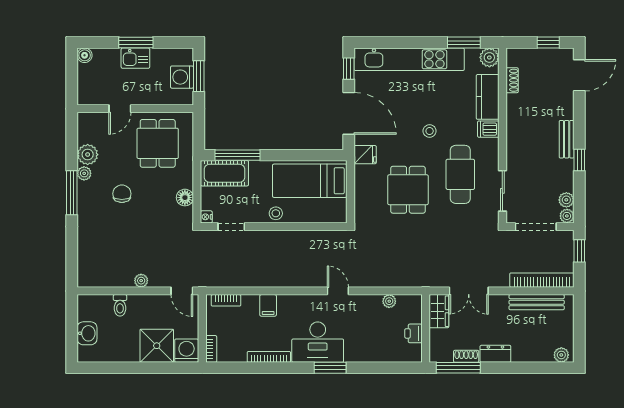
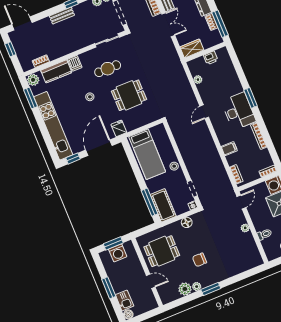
kitchen sink: (135, 58) -> (125, 300), moved
cafe table: (460, 174) -> (108, 69), width x0.73, depth x0.74
window: (72, 193) -> (211, 289), width x0.69
double door: (469, 291) -> (168, 25), moved

